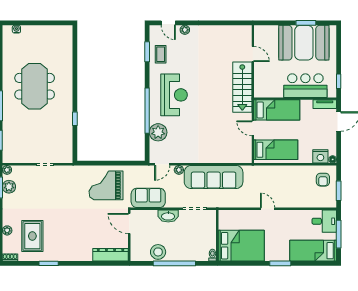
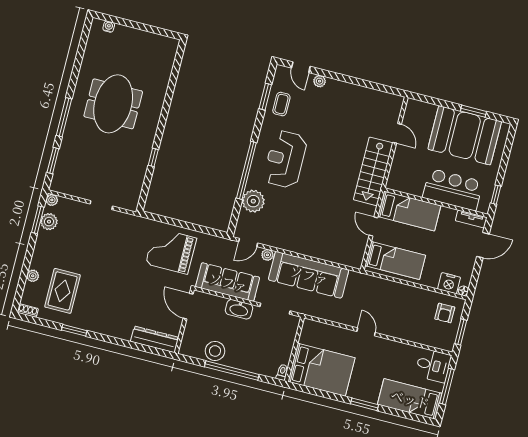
reception desk: (174, 95) -> (285, 159), turned 180
sofa: (148, 198) -> (228, 282), width x1.36

